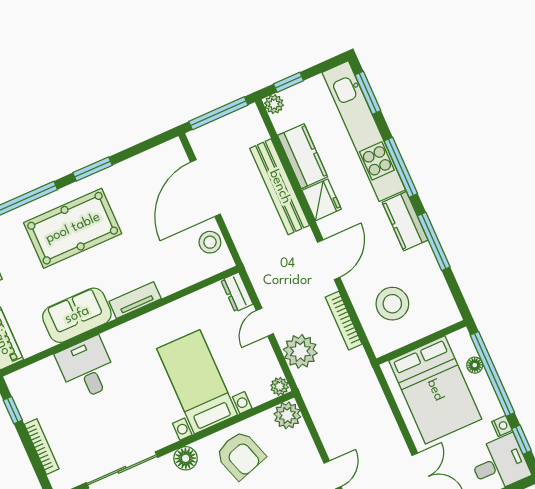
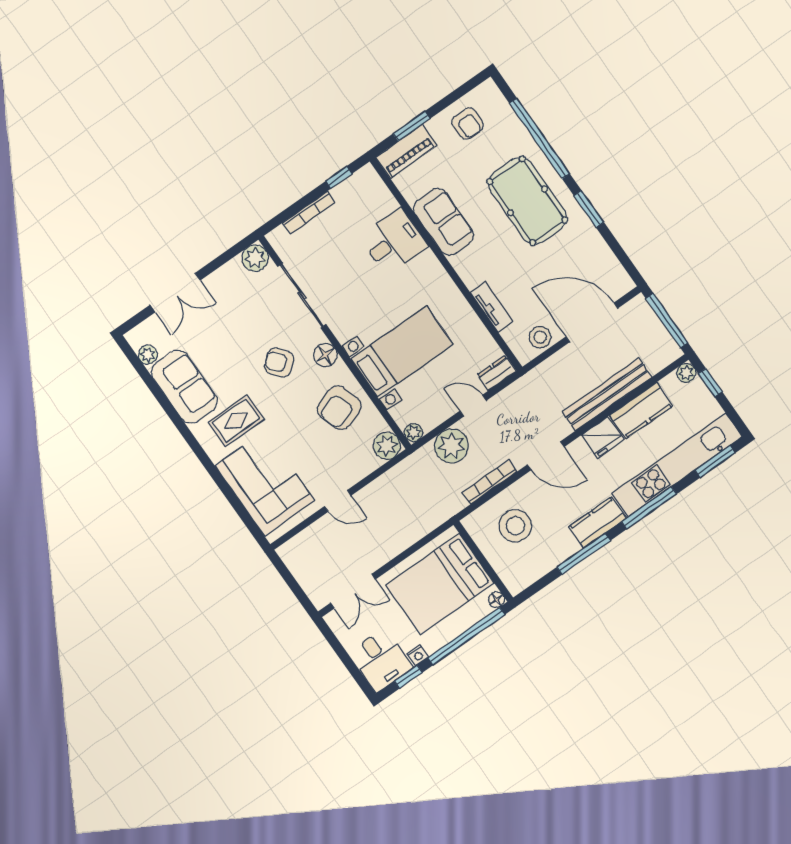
tv unit: (135, 300) -> (492, 307), moved
floor lamp: (475, 365) -> (497, 600), moved

